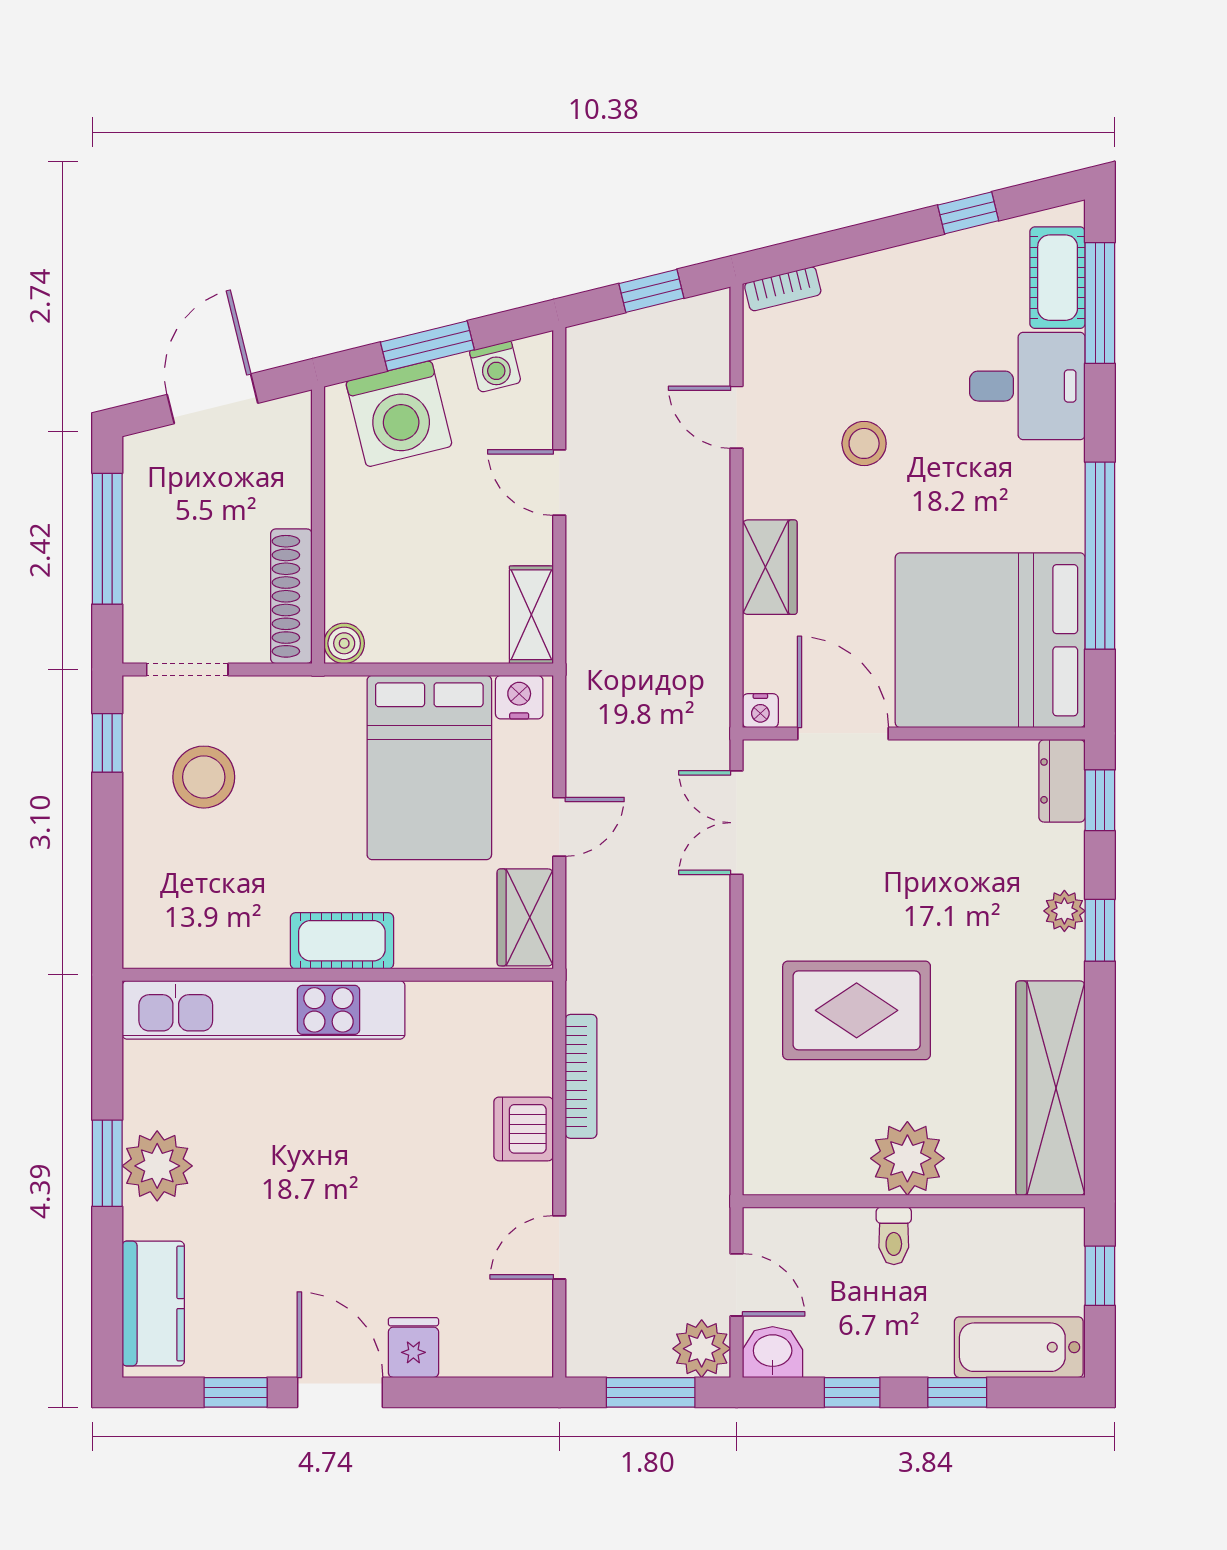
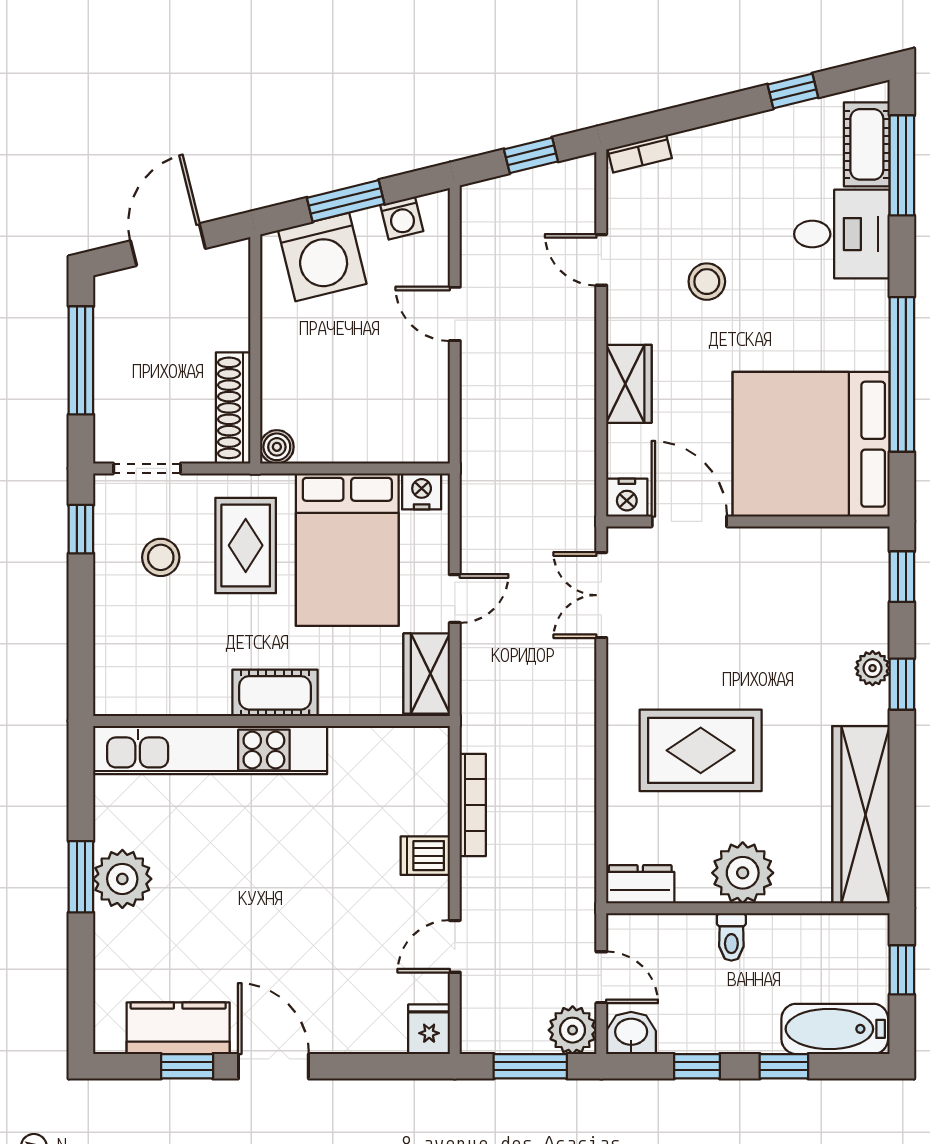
shelving: (531, 615) -> (432, 423), removed
nightstand: (760, 711) -> (627, 498), width x1.39, depth x1.35
rug: (306, 763) -> (246, 545), added
stool: (204, 777) -> (161, 557), width x0.73, depth x0.73
dresser: (1062, 781) -> (640, 884), moved, turned 90
dishwasher: (524, 1129) -> (425, 856), width x0.73
kitchen counter: (153, 1304) -> (178, 1028), moved, turned -90
fridge: (413, 1348) -> (429, 1029), moved

